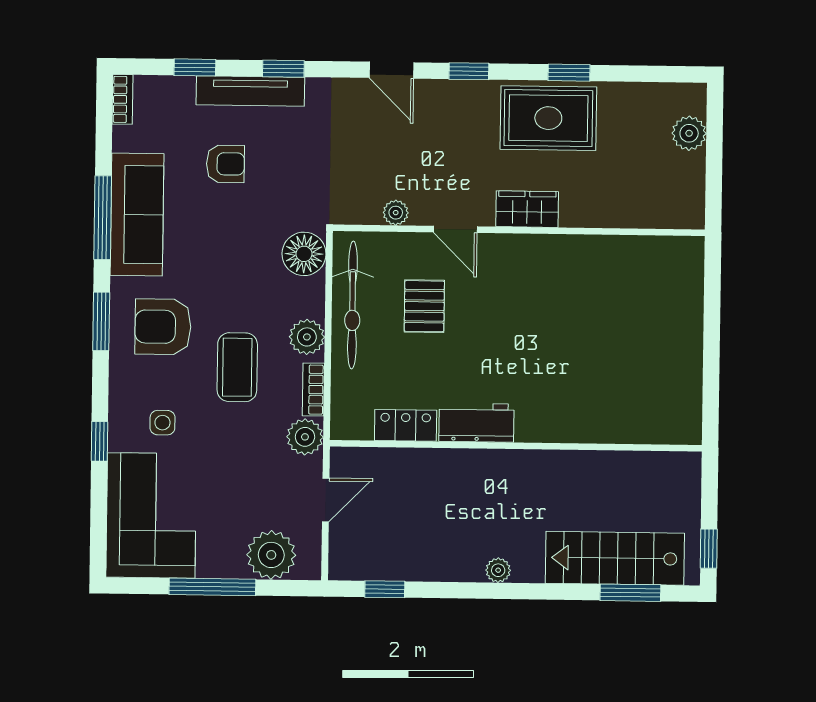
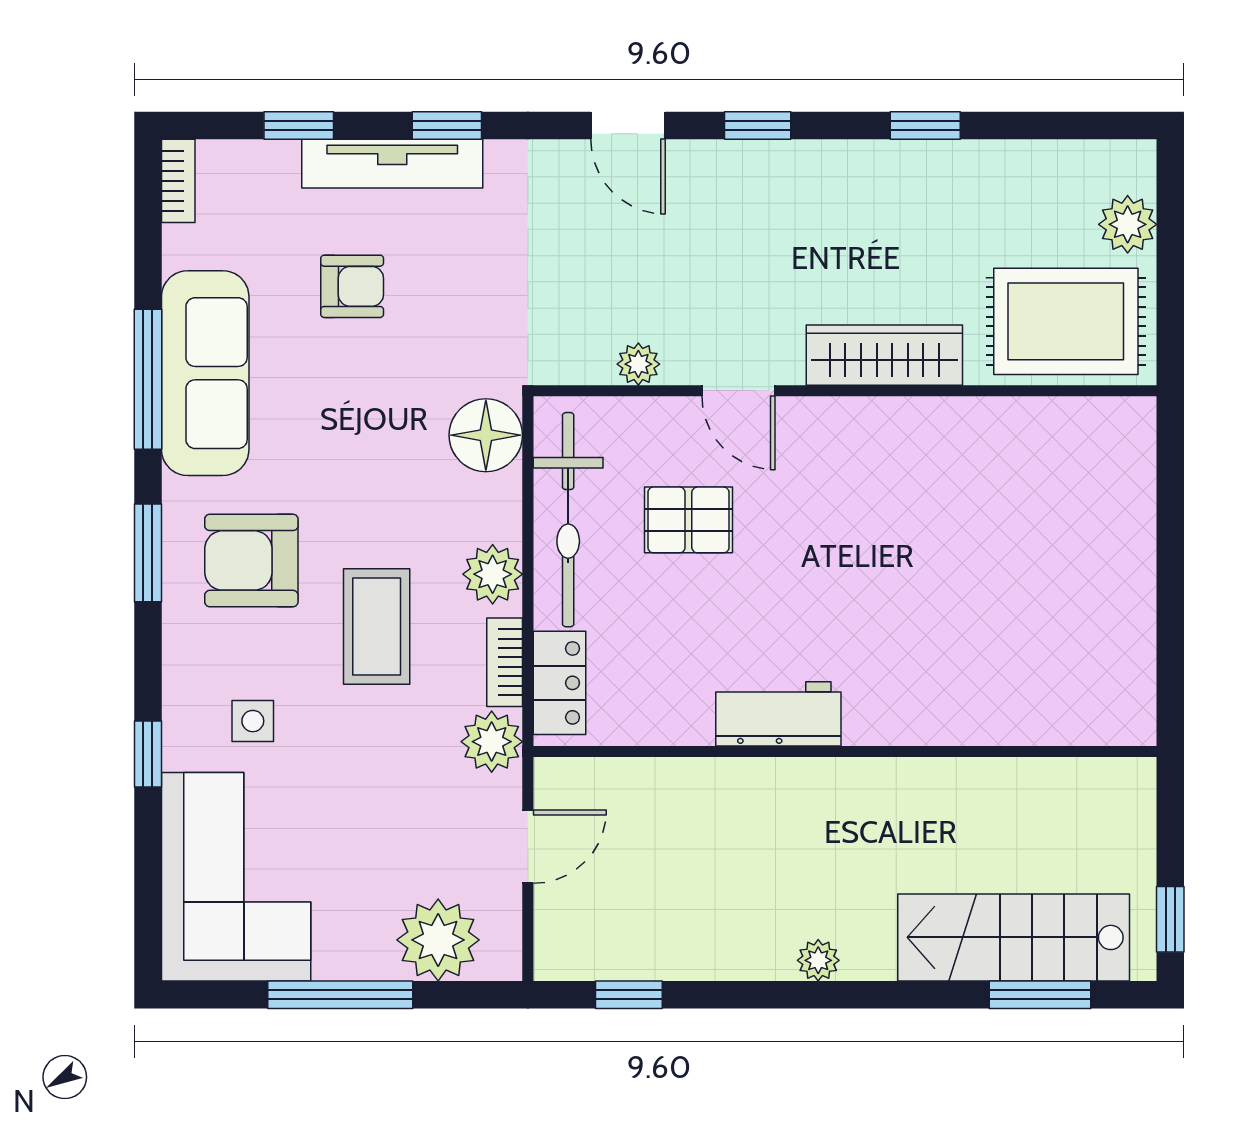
rug: (548, 118) -> (1066, 321), moved
wardrobe: (527, 209) -> (884, 355), width x1.50
pallet: (424, 306) -> (688, 520), turned 90
locker: (406, 425) -> (559, 683), moved, turned 90

